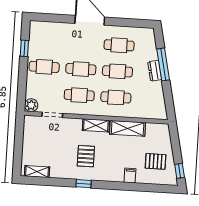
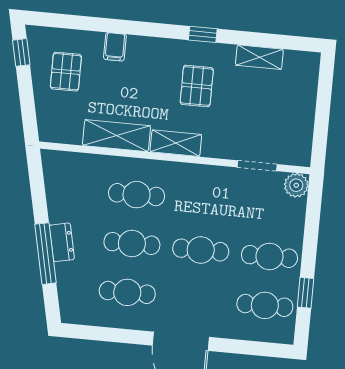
cafe table: (79, 95) -> (265, 305), moved
pallet: (156, 161) -> (66, 72), turned 90
shelving: (37, 172) -> (259, 57), moved

